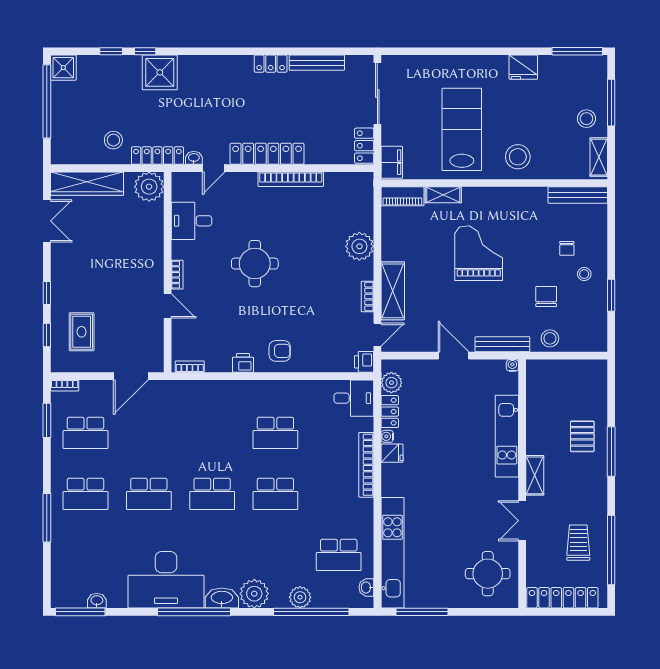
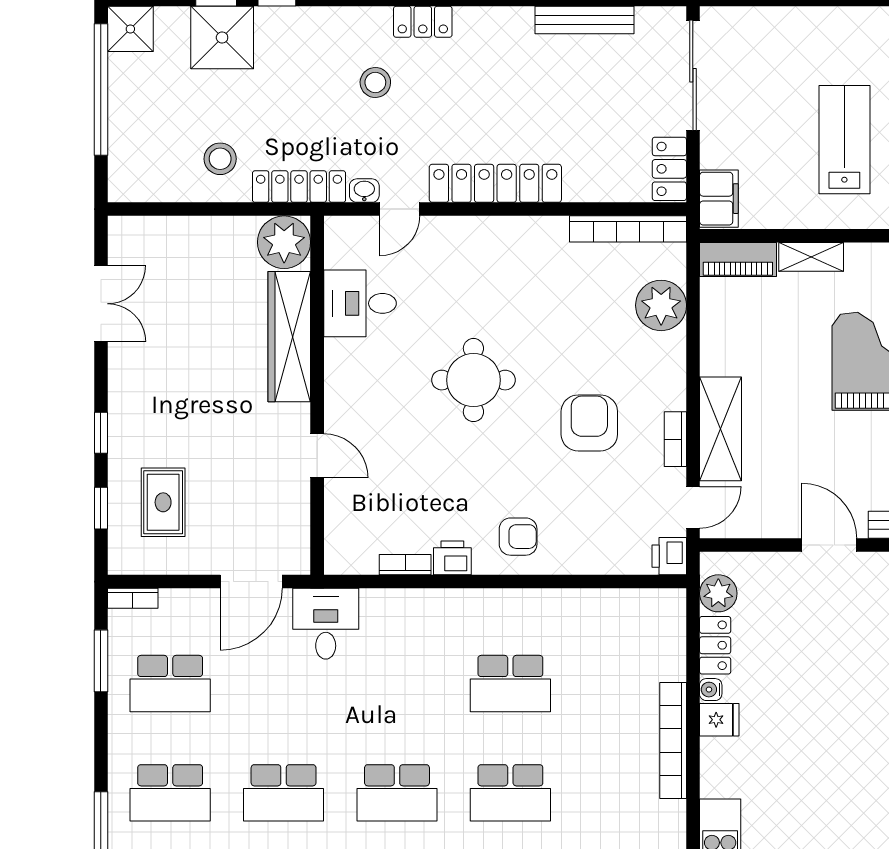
locker: (271, 64) -> (423, 22), moved
shower: (160, 72) -> (222, 38), moved
stool: (200, 98) -> (375, 82), added
lab bench: (462, 129) -> (844, 140), width x0.73, depth x0.72
bookcase: (291, 179) -> (628, 229), moved
wardrobe: (87, 184) -> (289, 337), moved, turned 90
plant: (359, 246) -> (661, 305), moved
bookcase: (177, 275) -> (334, 400), removed
armchair: (319, 288) -> (589, 423), added
bookcase: (190, 367) -> (405, 565), moved
desk: (354, 398) -> (326, 624), moved, turned -90

